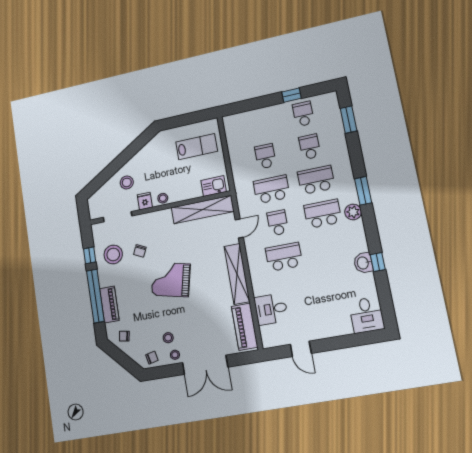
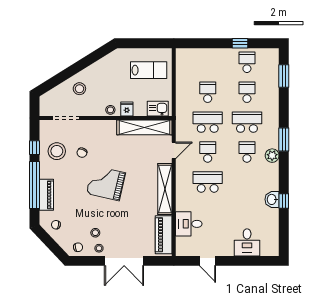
fridge: (145, 201) -> (127, 109), moved
school desk: (323, 214) -> (247, 152), width x0.54
desk: (367, 315) -> (247, 242), moved

